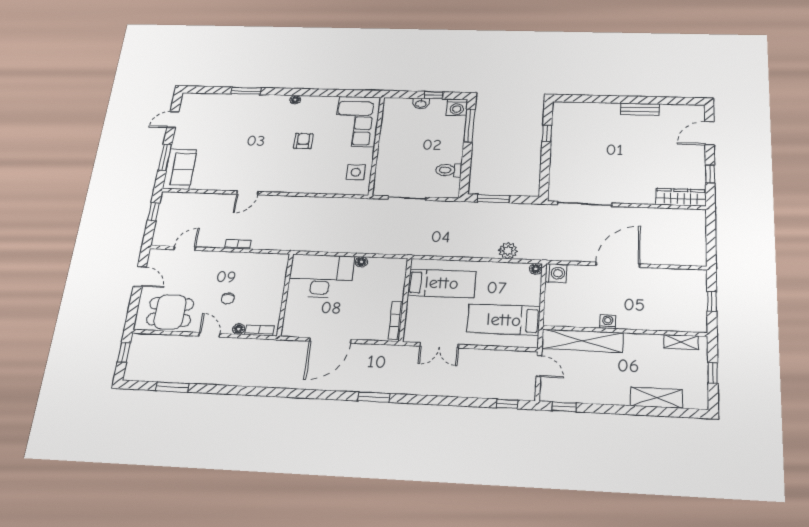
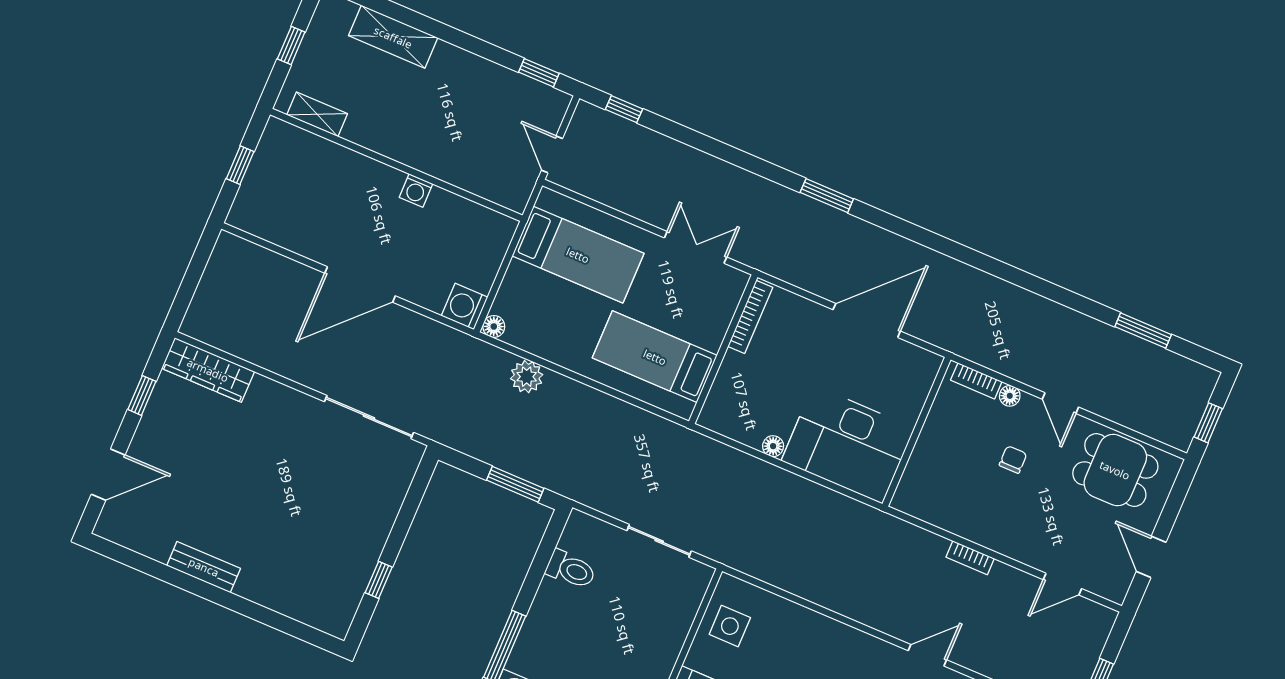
shelving: (582, 341) -> (468, 173), removed

